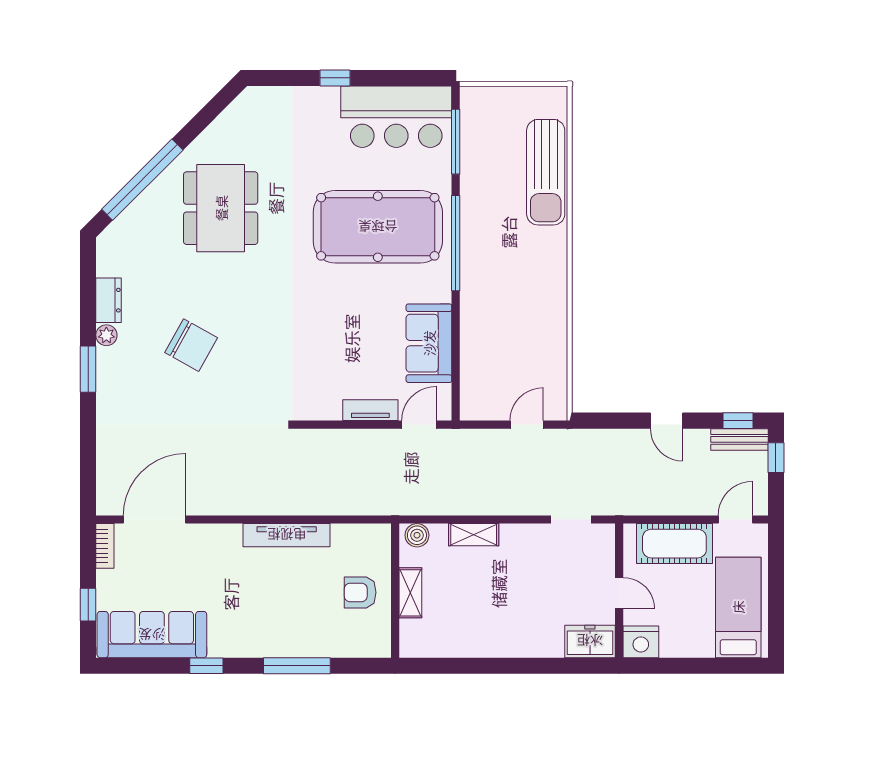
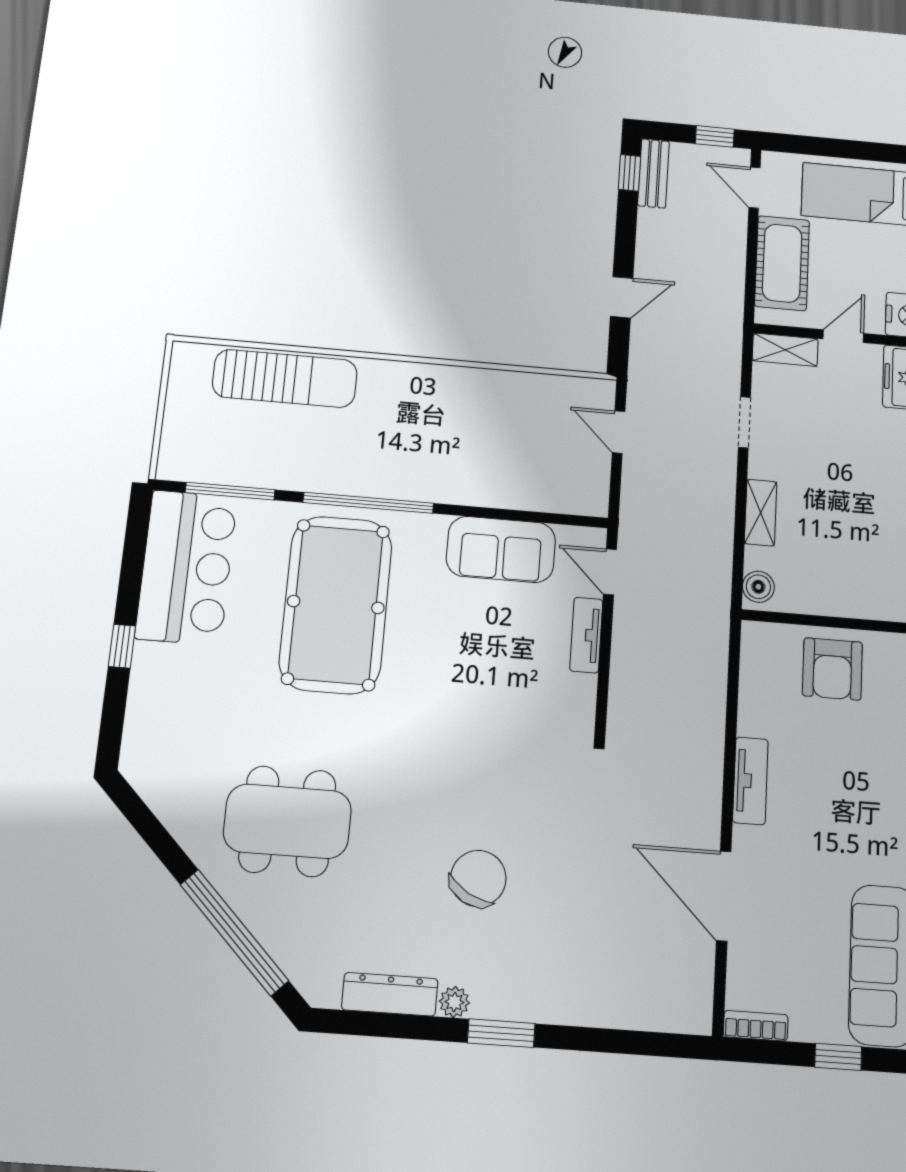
dresser: (109, 300) -> (390, 994), width x1.44
door: (667, 421) -> (622, 297), moved
window: (776, 458) -> (715, 136), moved
door: (154, 519) -> (724, 896), moved
doorway: (571, 519) -> (744, 422), moved
tv unit: (287, 535) -> (750, 781), width x0.71
armchair: (360, 592) -> (832, 669), width x1.38, depth x1.38
shelving: (410, 593) -> (785, 350), moved

